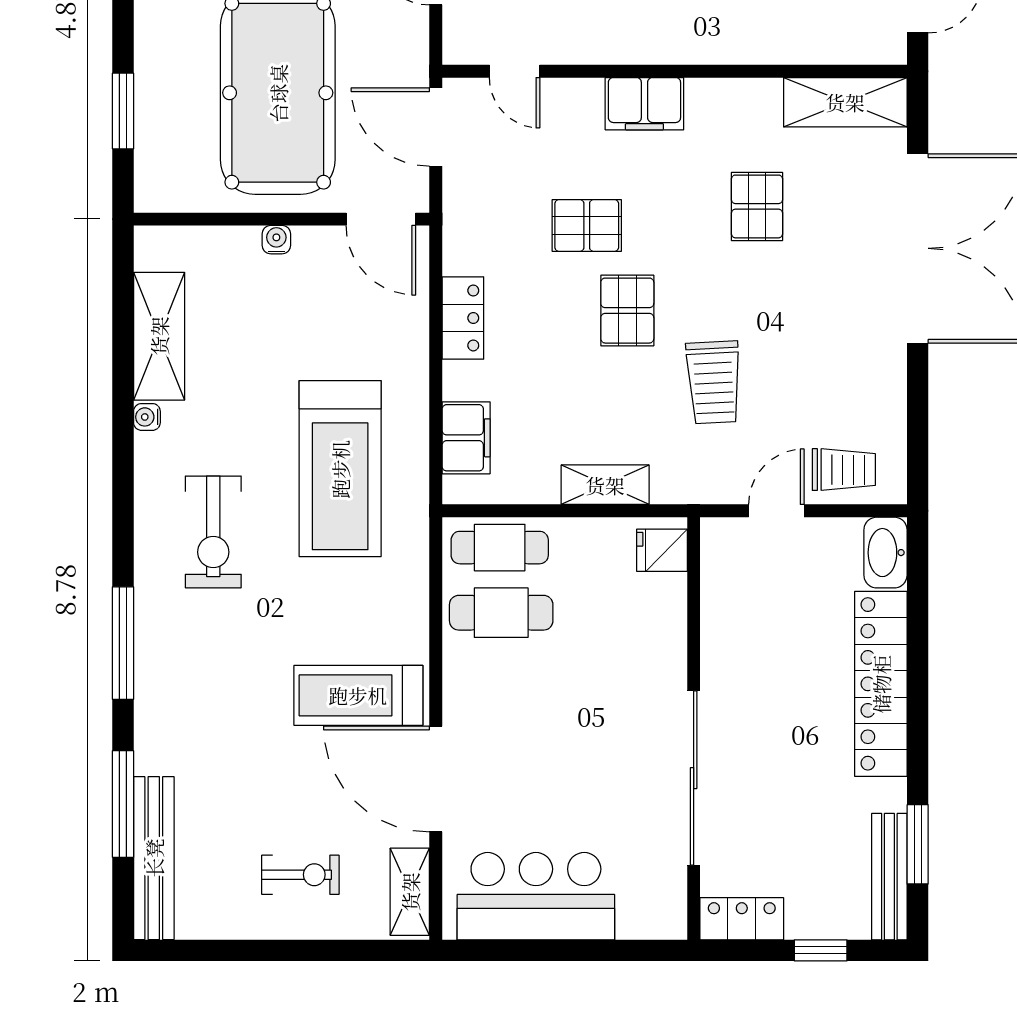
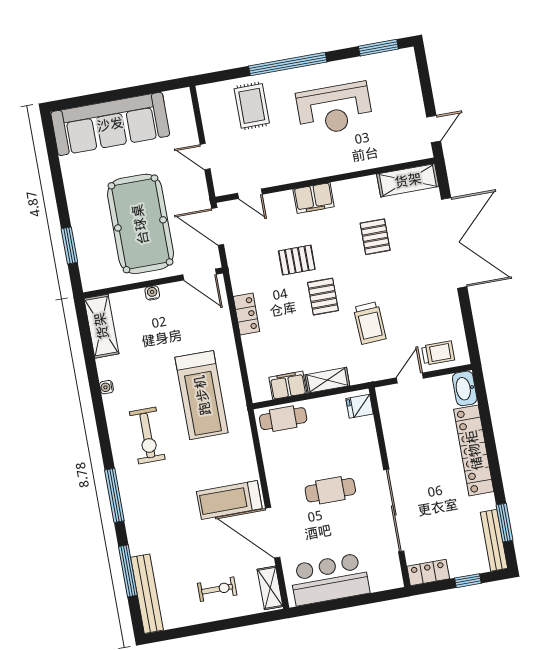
shelving: (159, 336) -> (101, 326), moved
filing cabinet: (466, 438) -> (288, 385), moved, turned -90
cafe table: (501, 613) -> (330, 490), moved

